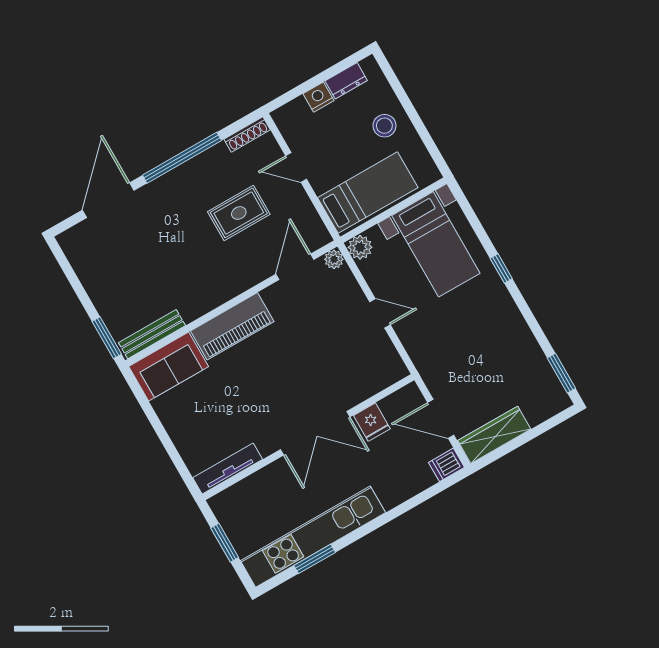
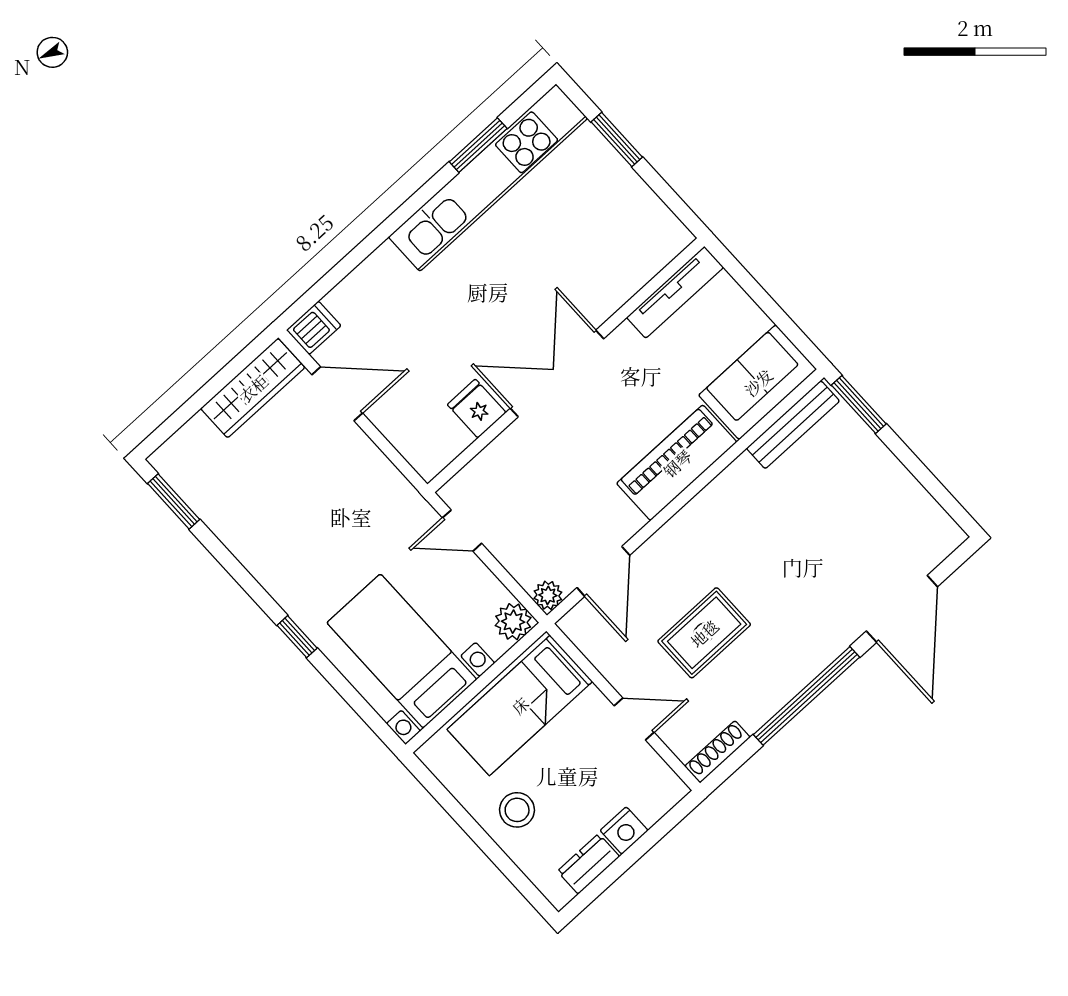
fridge: (372, 422) -> (477, 409), moved
double door: (315, 433) -> (557, 373), moved
wall: (308, 437) -> (566, 365), moved
tv unit: (228, 469) -> (675, 292), moved

